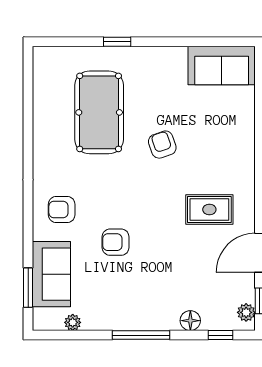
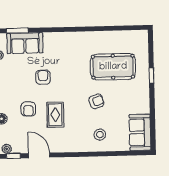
stool: (224, 140) -> (100, 135), added
rug: (209, 209) -> (55, 115), moved
armchair: (62, 210) -> (28, 109), moved, turned 180

